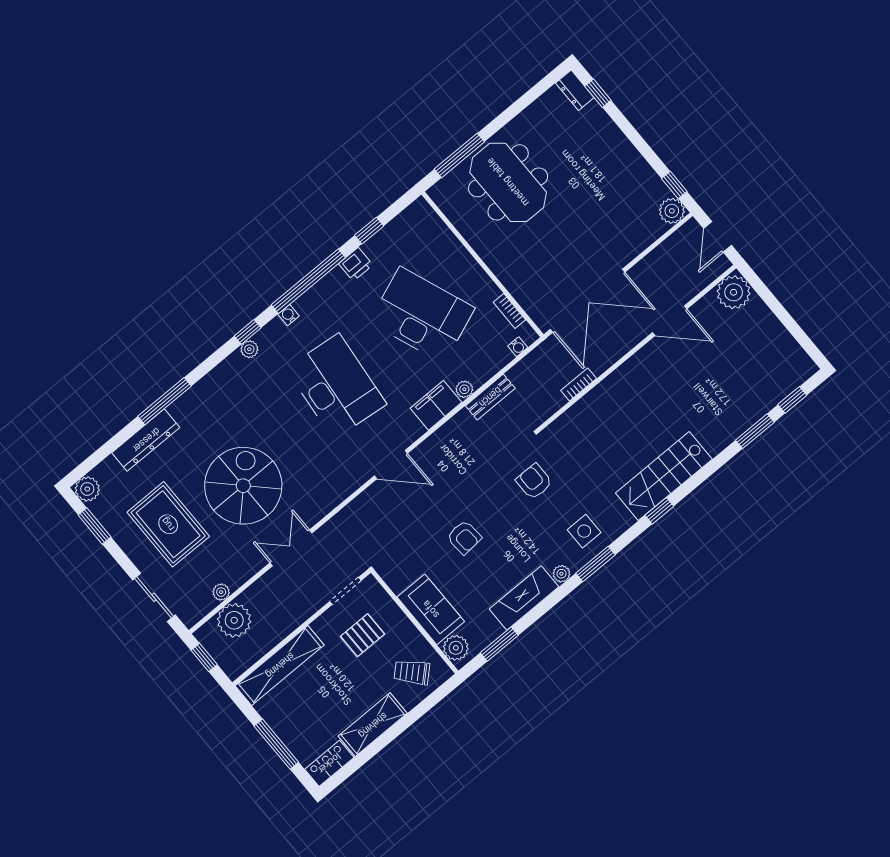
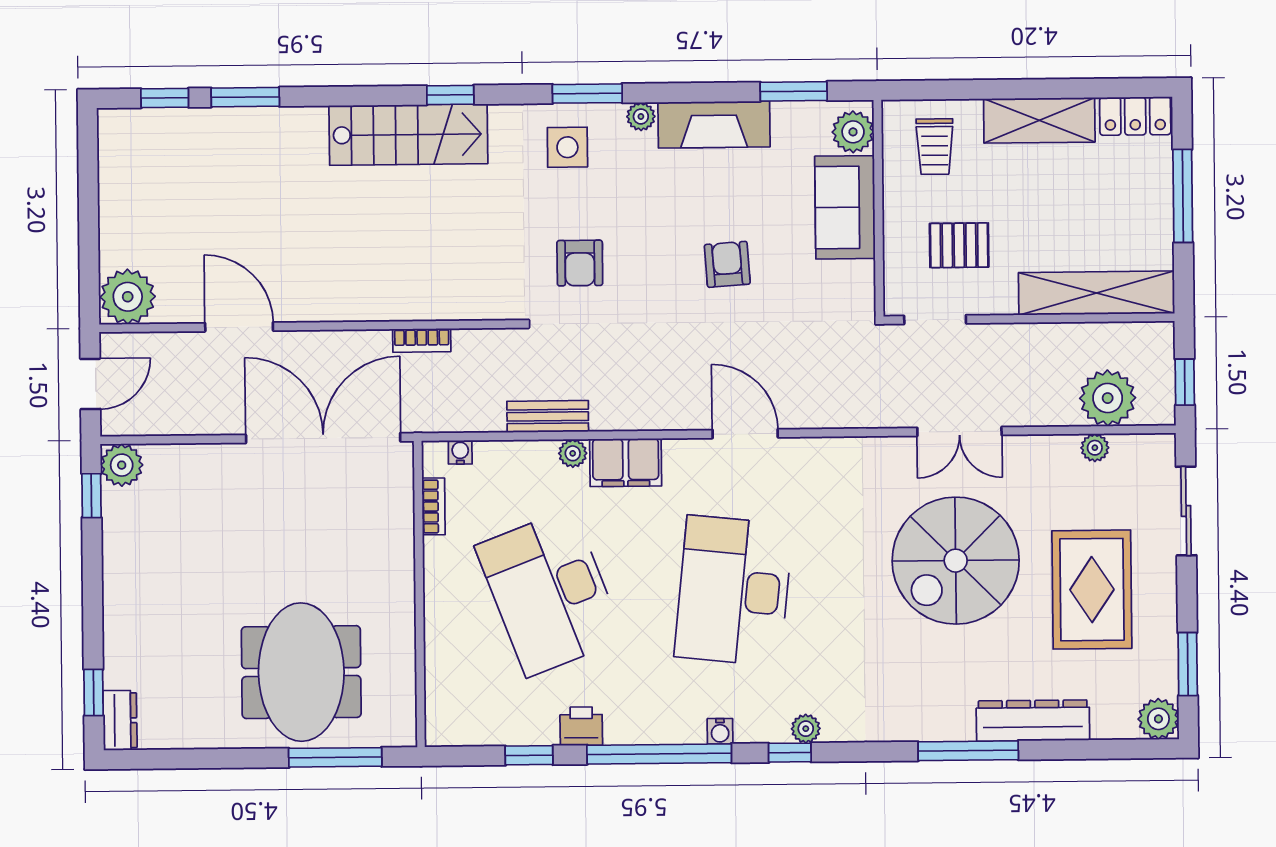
trolley: (412, 672) -> (935, 147), turned 43

